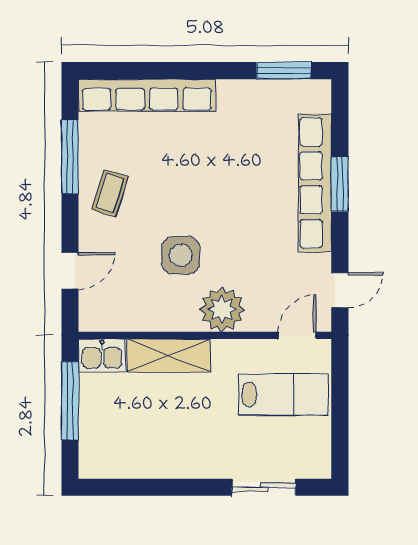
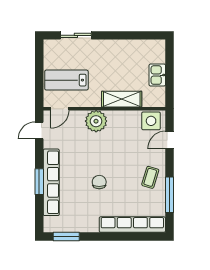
chair: (216, 183) -> (99, 182), added
side table: (181, 255) -> (151, 121), moved
kitchen sink: (102, 356) -> (157, 75), moved, turned -90
window: (70, 401) -> (169, 77), removed

